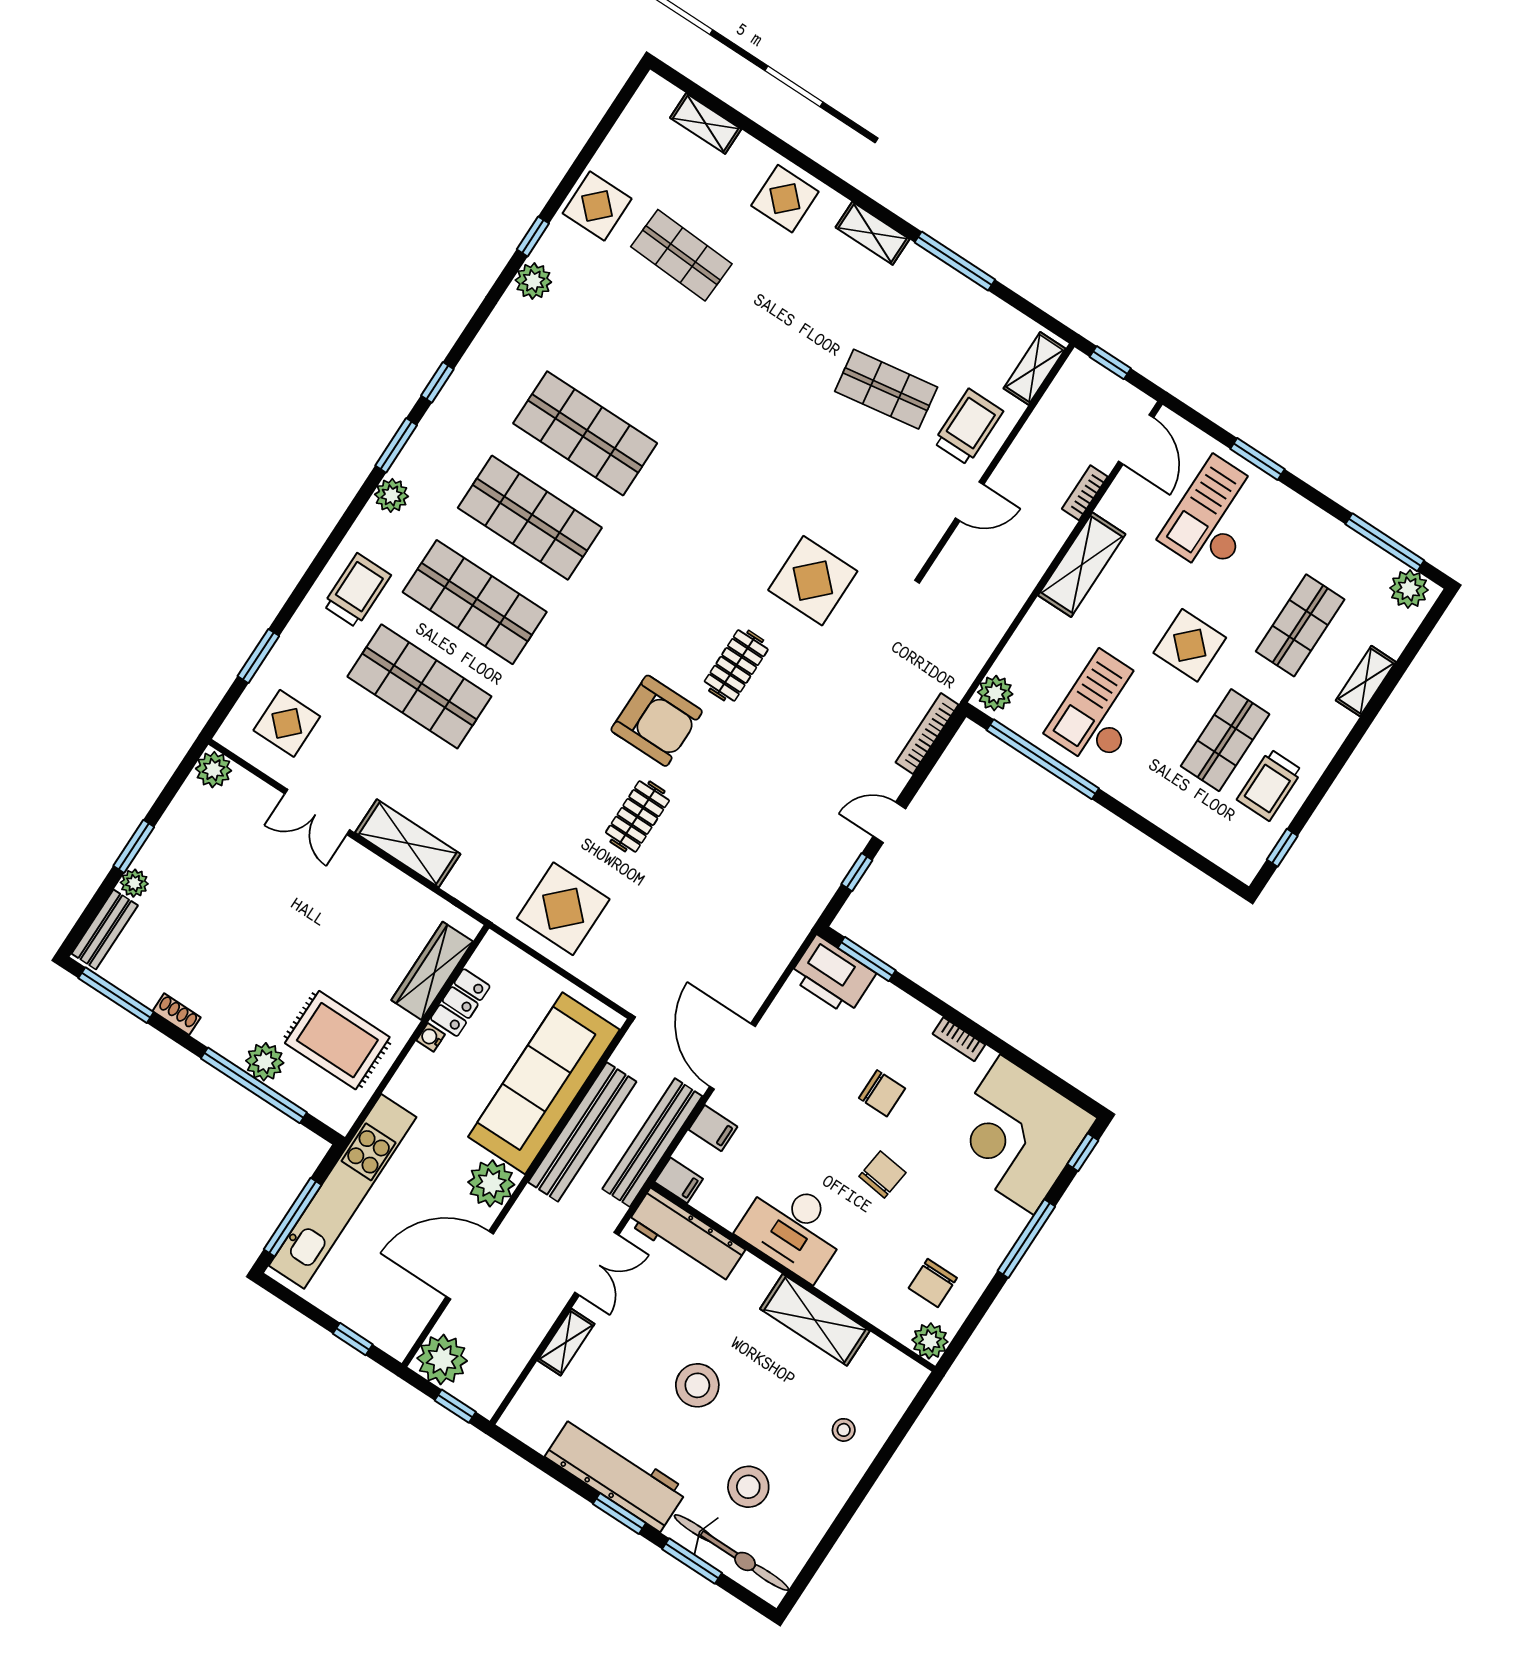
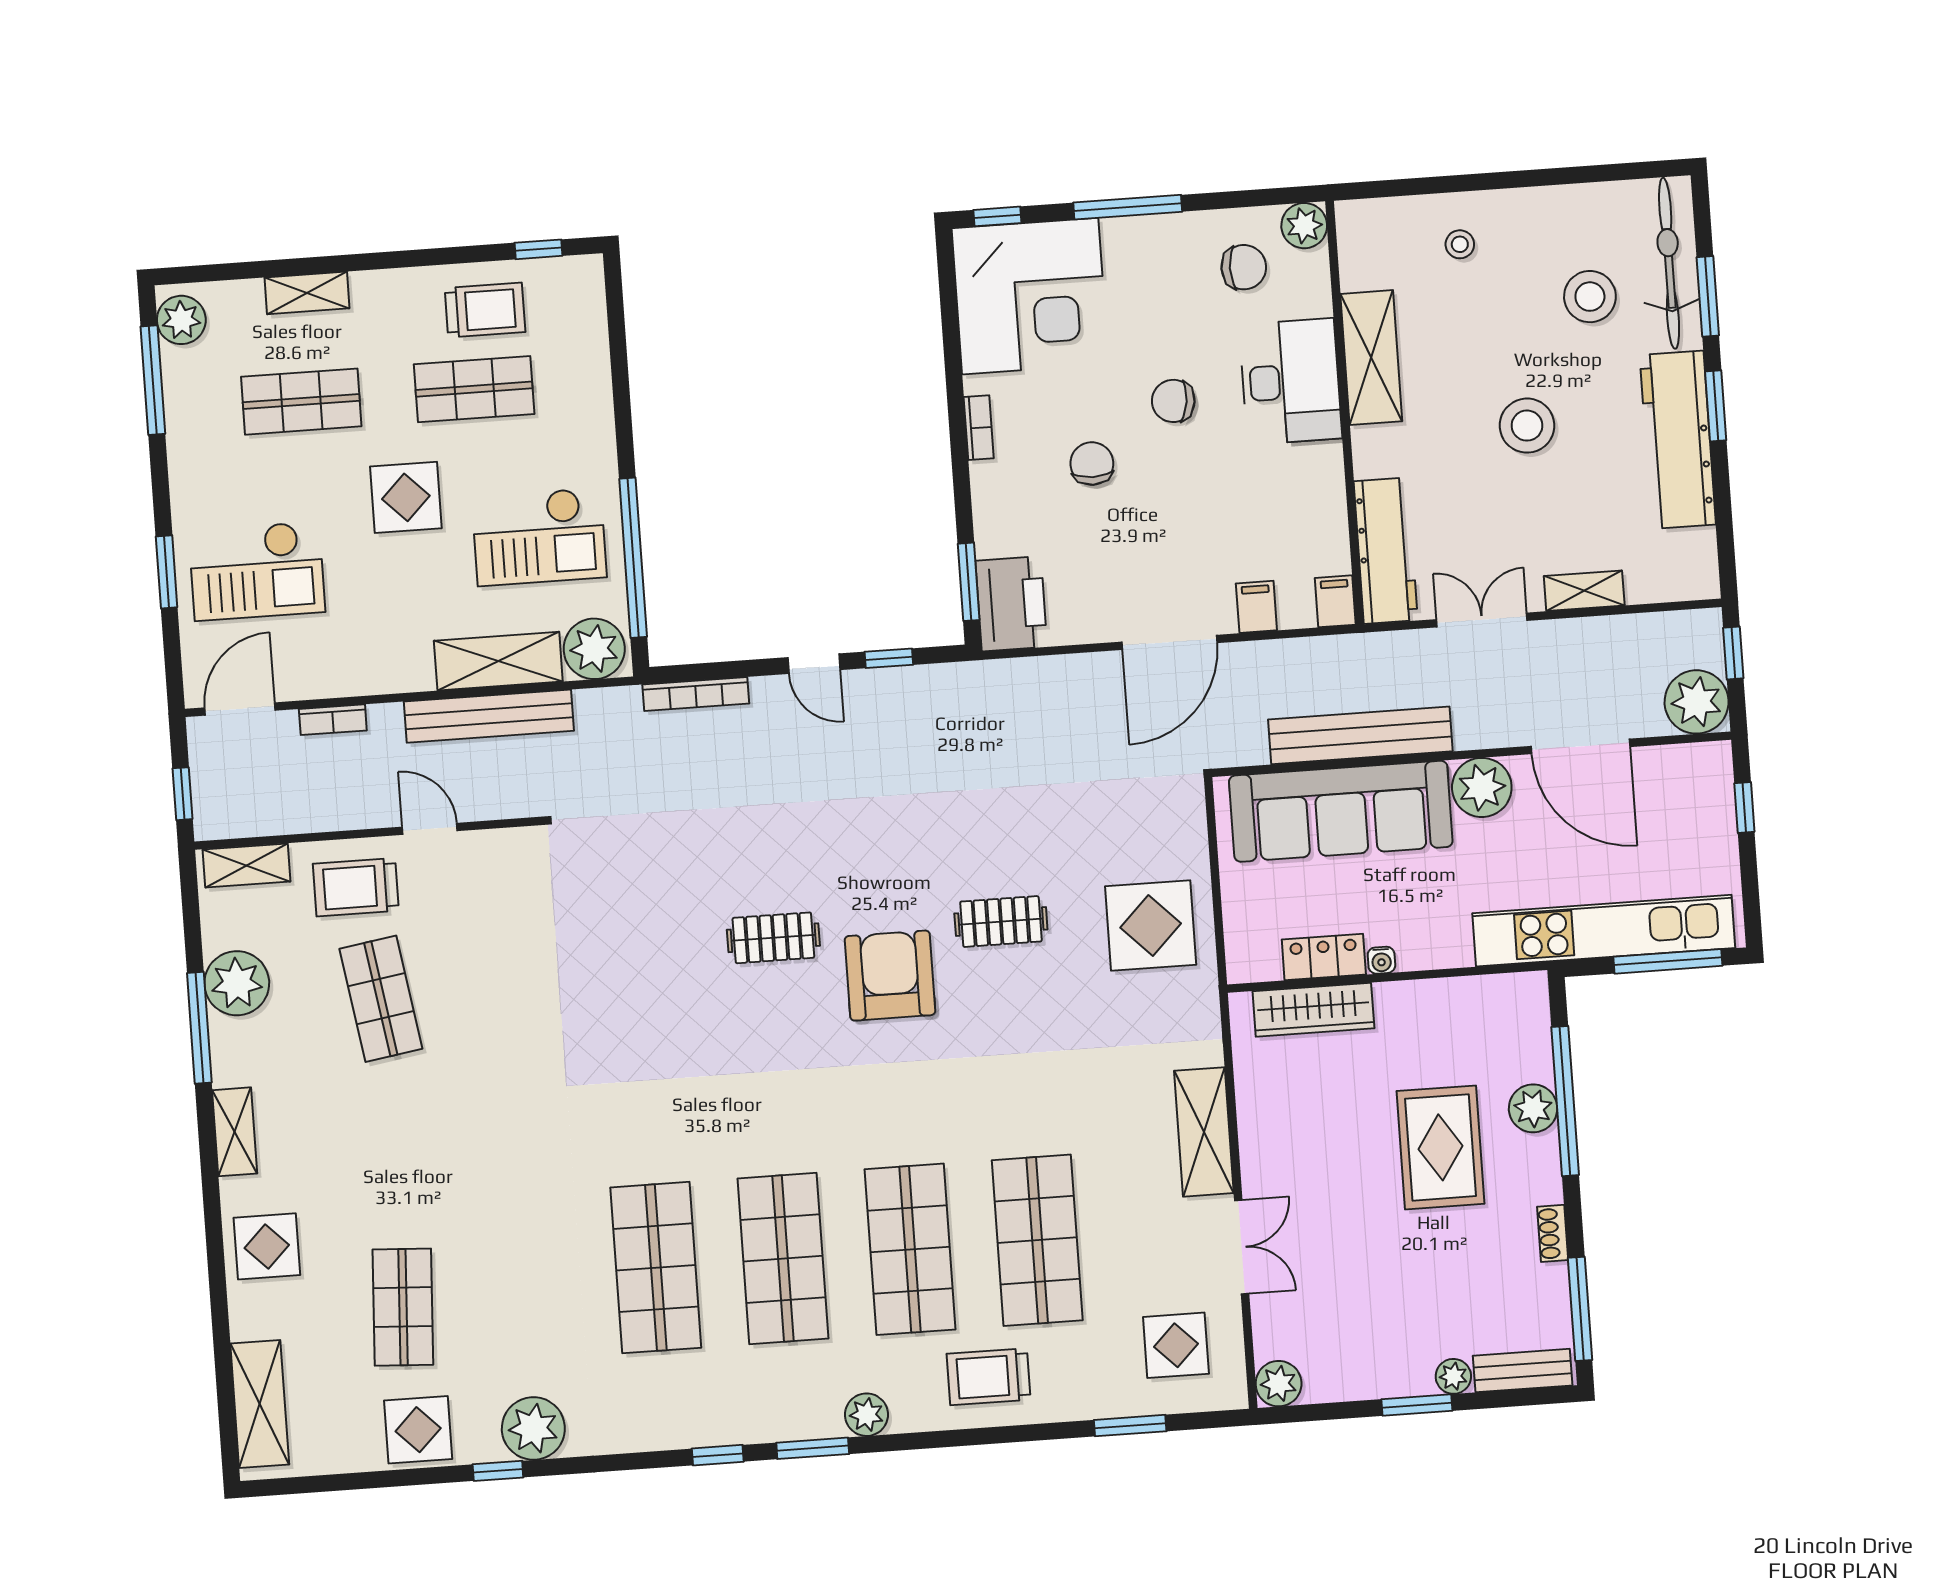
shelving: (706, 123) -> (260, 1404), width x1.50, depth x1.33
plant: (533, 281) -> (533, 1428), width x1.36, depth x1.36
plant: (965, 306) -> (237, 983), added
shelving: (1082, 565) -> (498, 661), moved
display table: (813, 581) -> (629, 926), removed
plant: (995, 693) -> (594, 649), width x1.36, depth x1.36
rug: (337, 1040) -> (1441, 1147), moved
bench: (652, 1143) -> (489, 716), moved
desk: (794, 1228) -> (1291, 381), moved

